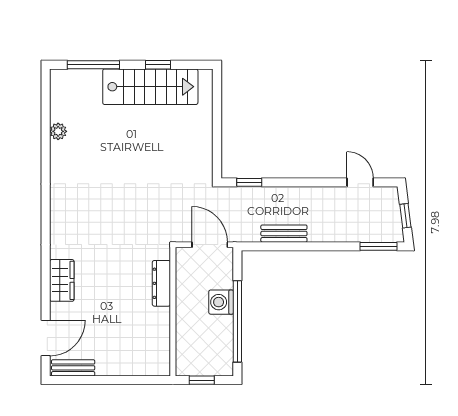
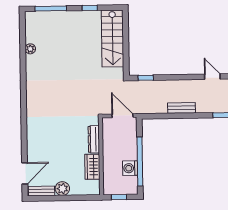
stairs: (150, 87) -> (112, 39), moved, turned 90
bench: (284, 234) -> (181, 108), moved
wardrobe: (62, 280) -> (92, 167), moved, turned 180
washing machine: (221, 302) -> (130, 168), moved
plant: (108, 364) -> (62, 189), added

